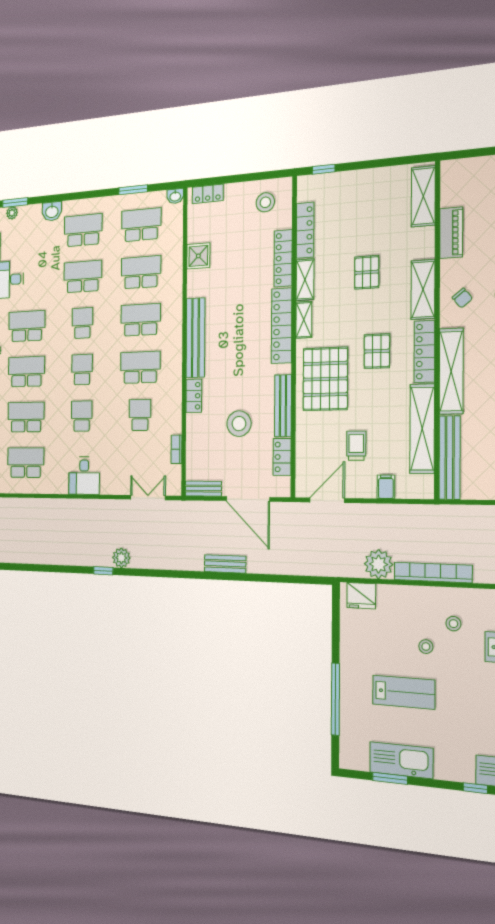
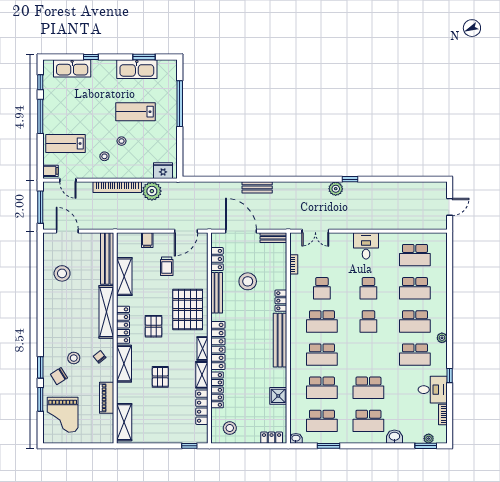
school desk: (82, 323) -> (368, 355), removed
shelving: (422, 429) -> (124, 277), width x0.68

